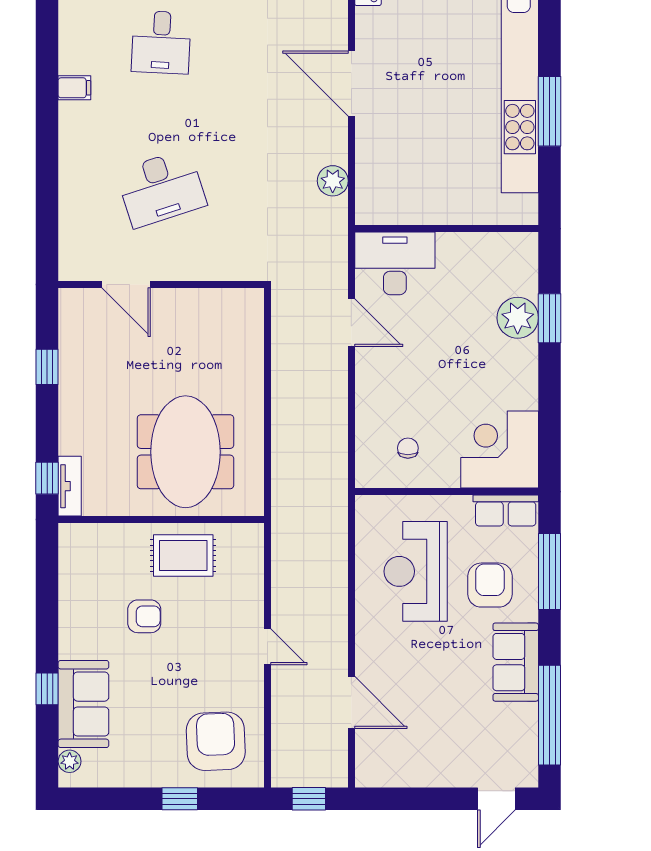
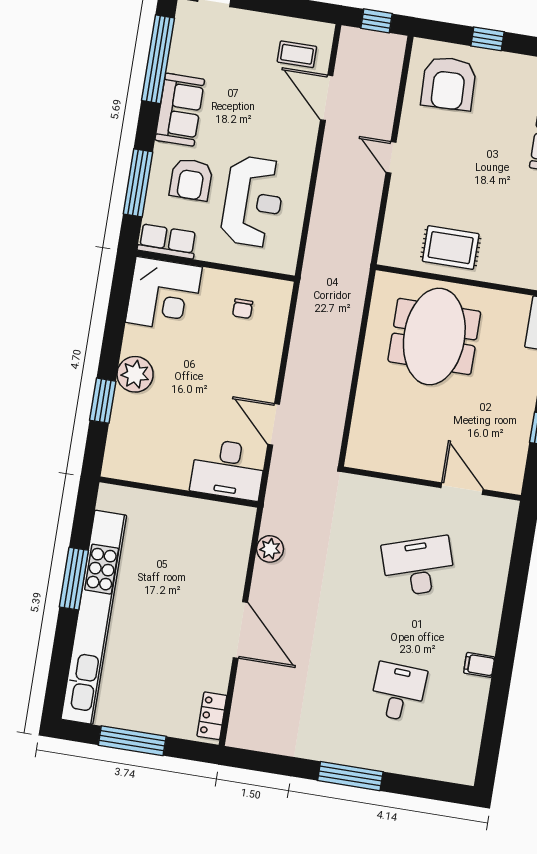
plant: (518, 318) -> (135, 374), moved
armchair: (144, 616) -> (493, 201), removed
coffee table: (393, 746) -> (297, 54), added

